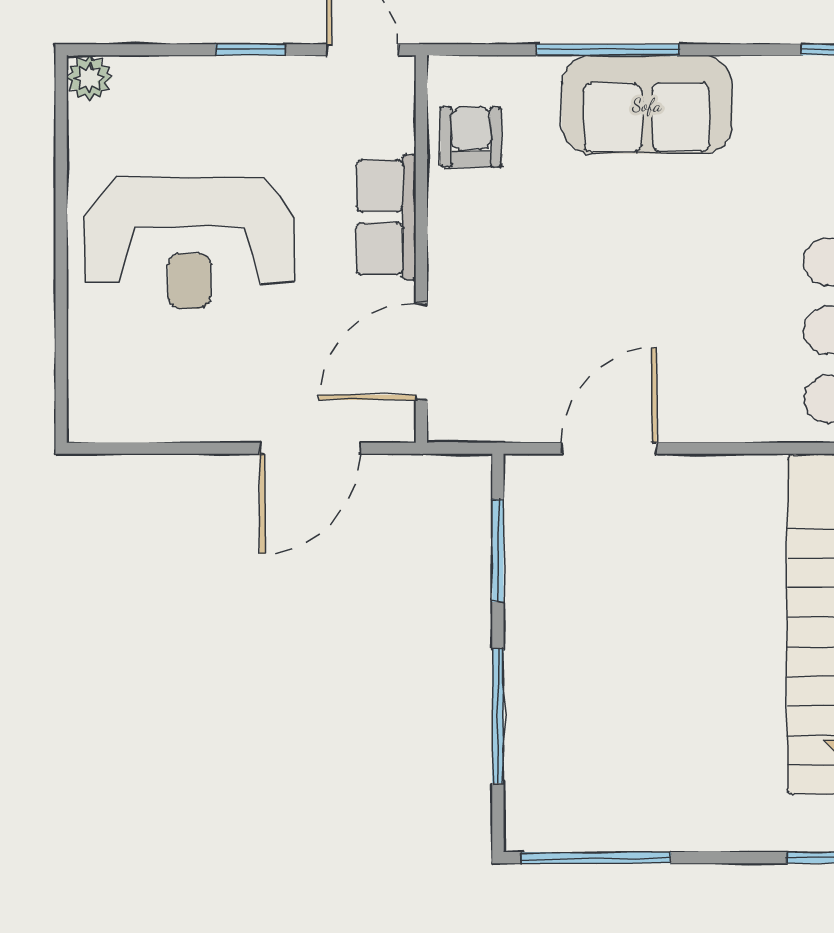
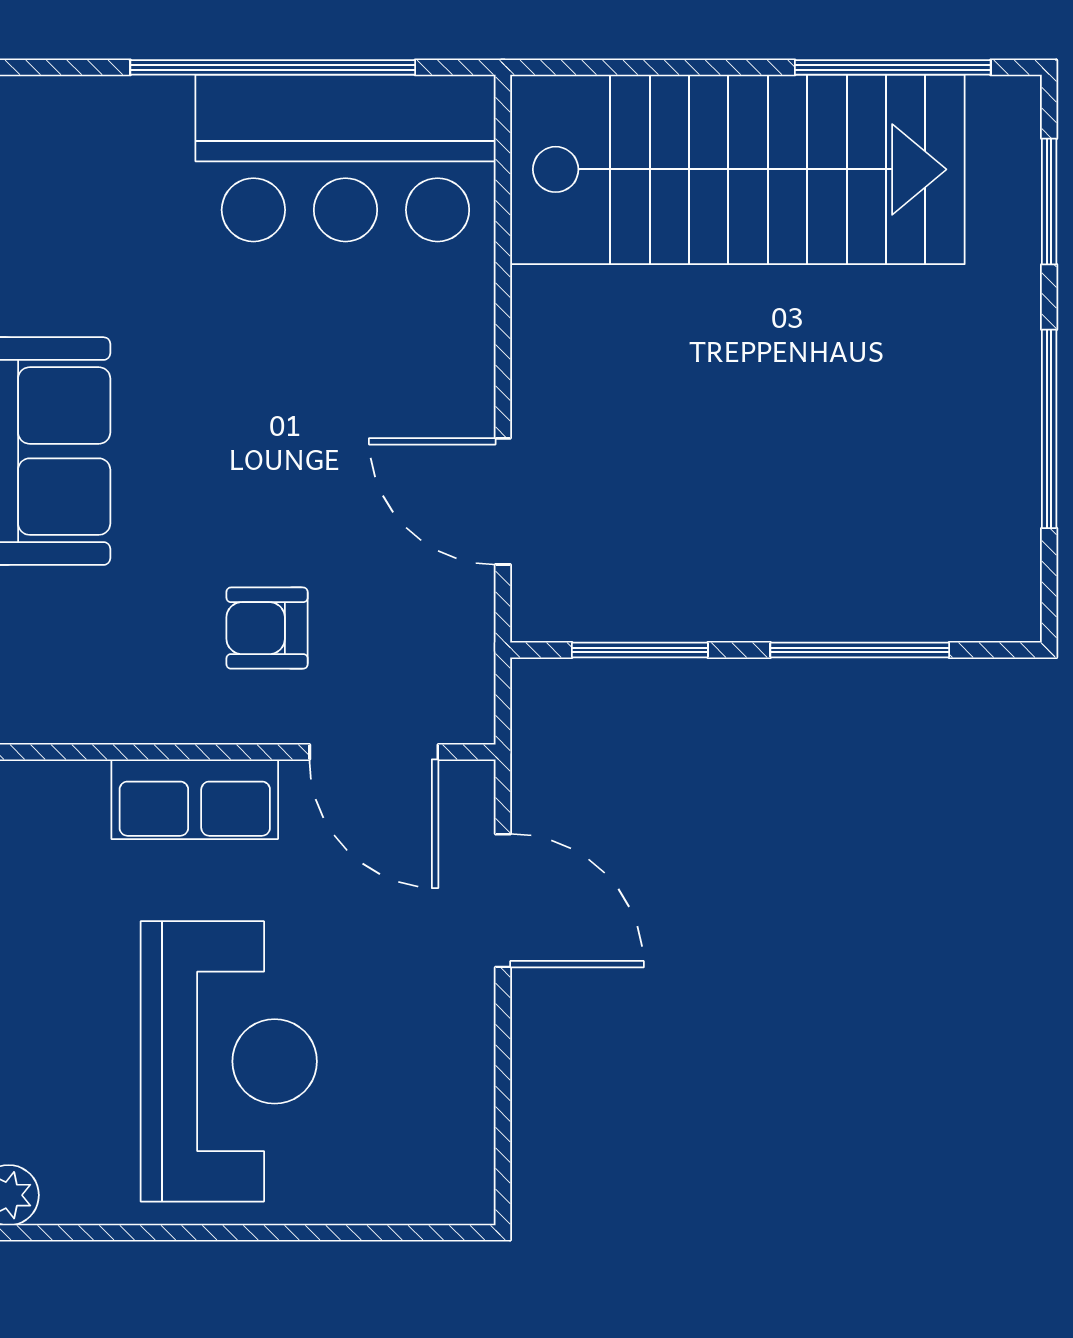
armchair: (471, 137) -> (267, 628), moved
window: (596, 858) -> (1049, 429), moved

